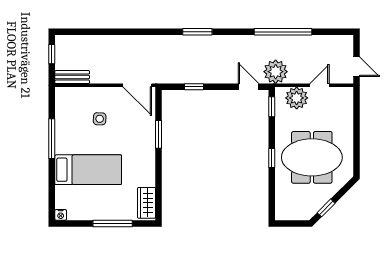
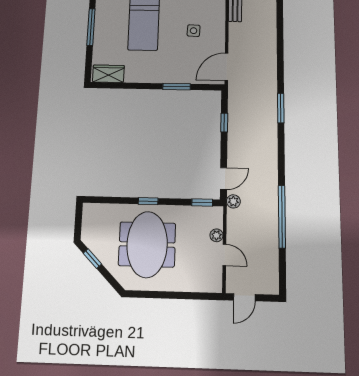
window: (197, 32) -> (281, 108), moved
plant: (276, 72) -> (233, 201), width x0.53, depth x0.53
plant: (297, 98) -> (217, 235), width x0.53, depth x0.53
window: (113, 223) -> (91, 27), moved

